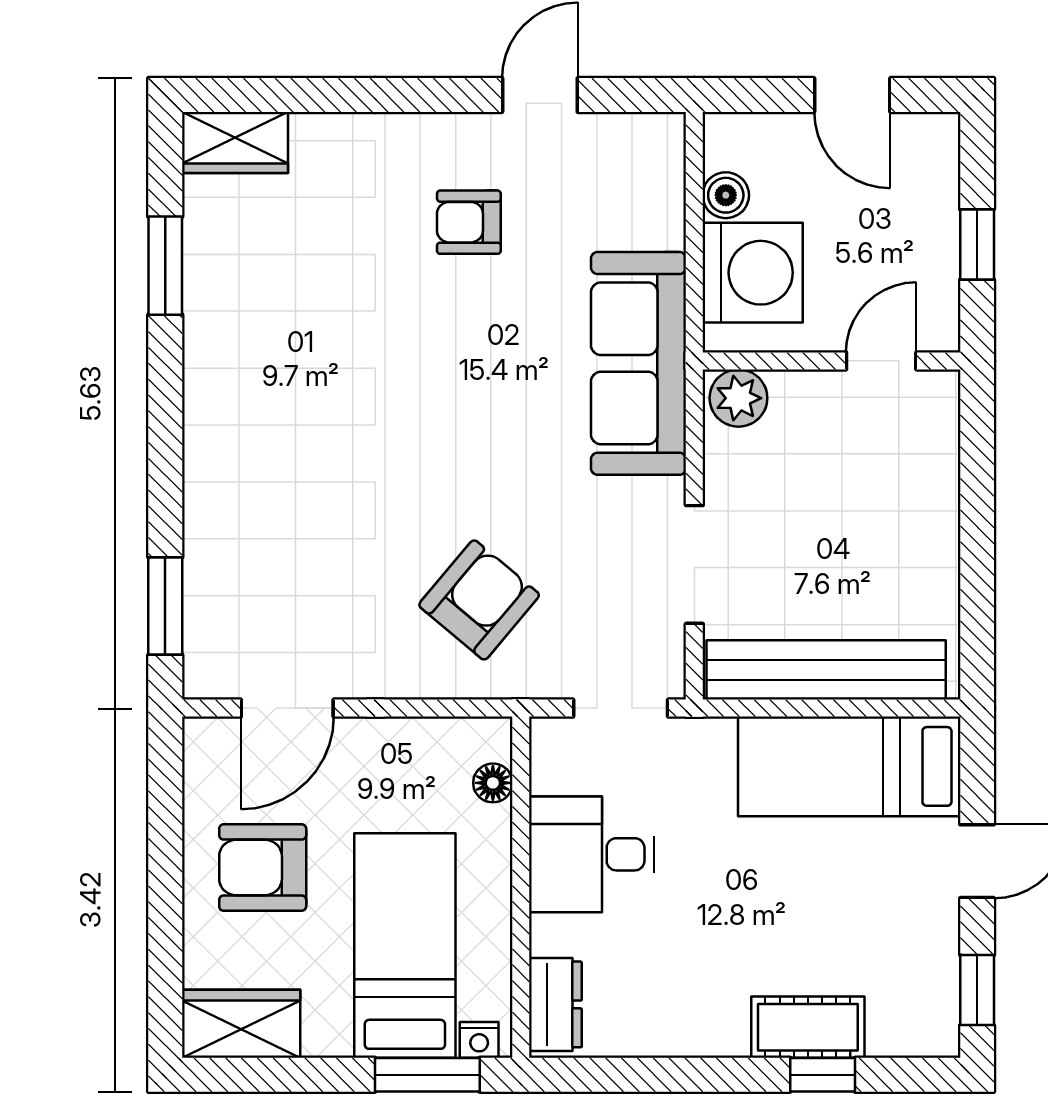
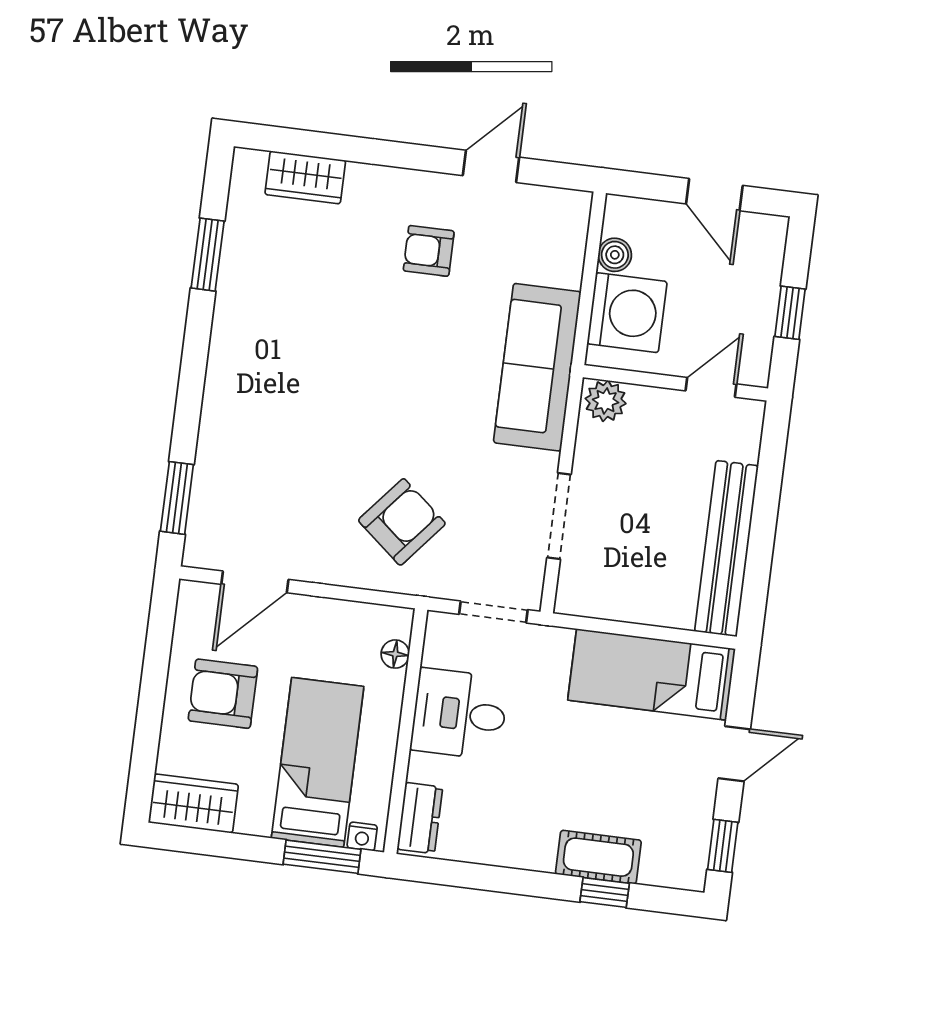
wardrobe: (235, 142) -> (305, 177), moved
bench: (826, 670) -> (726, 549), moved, turned 90

